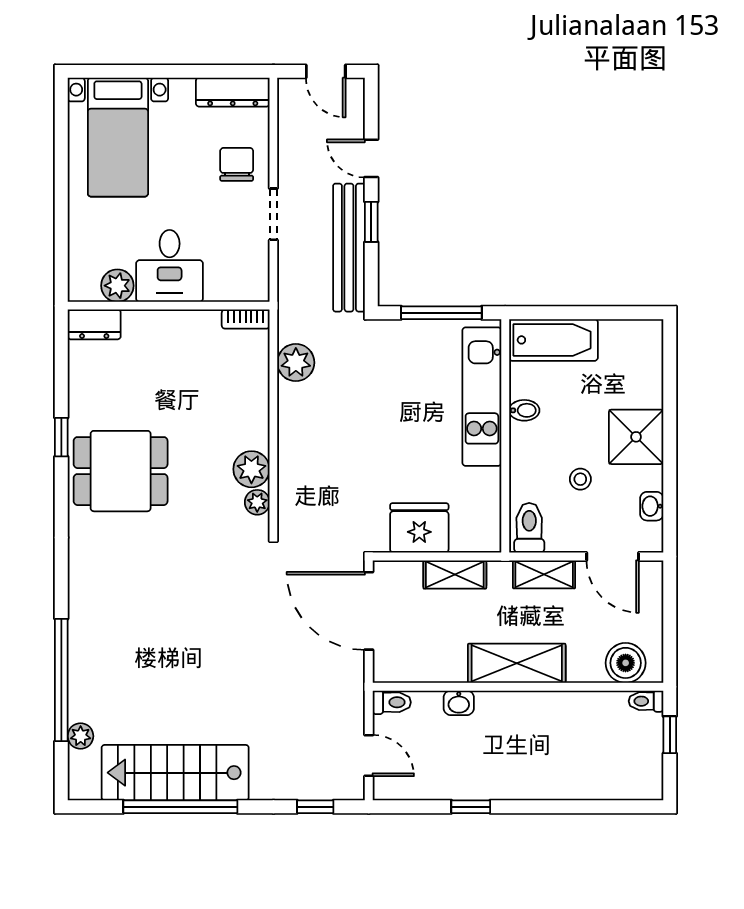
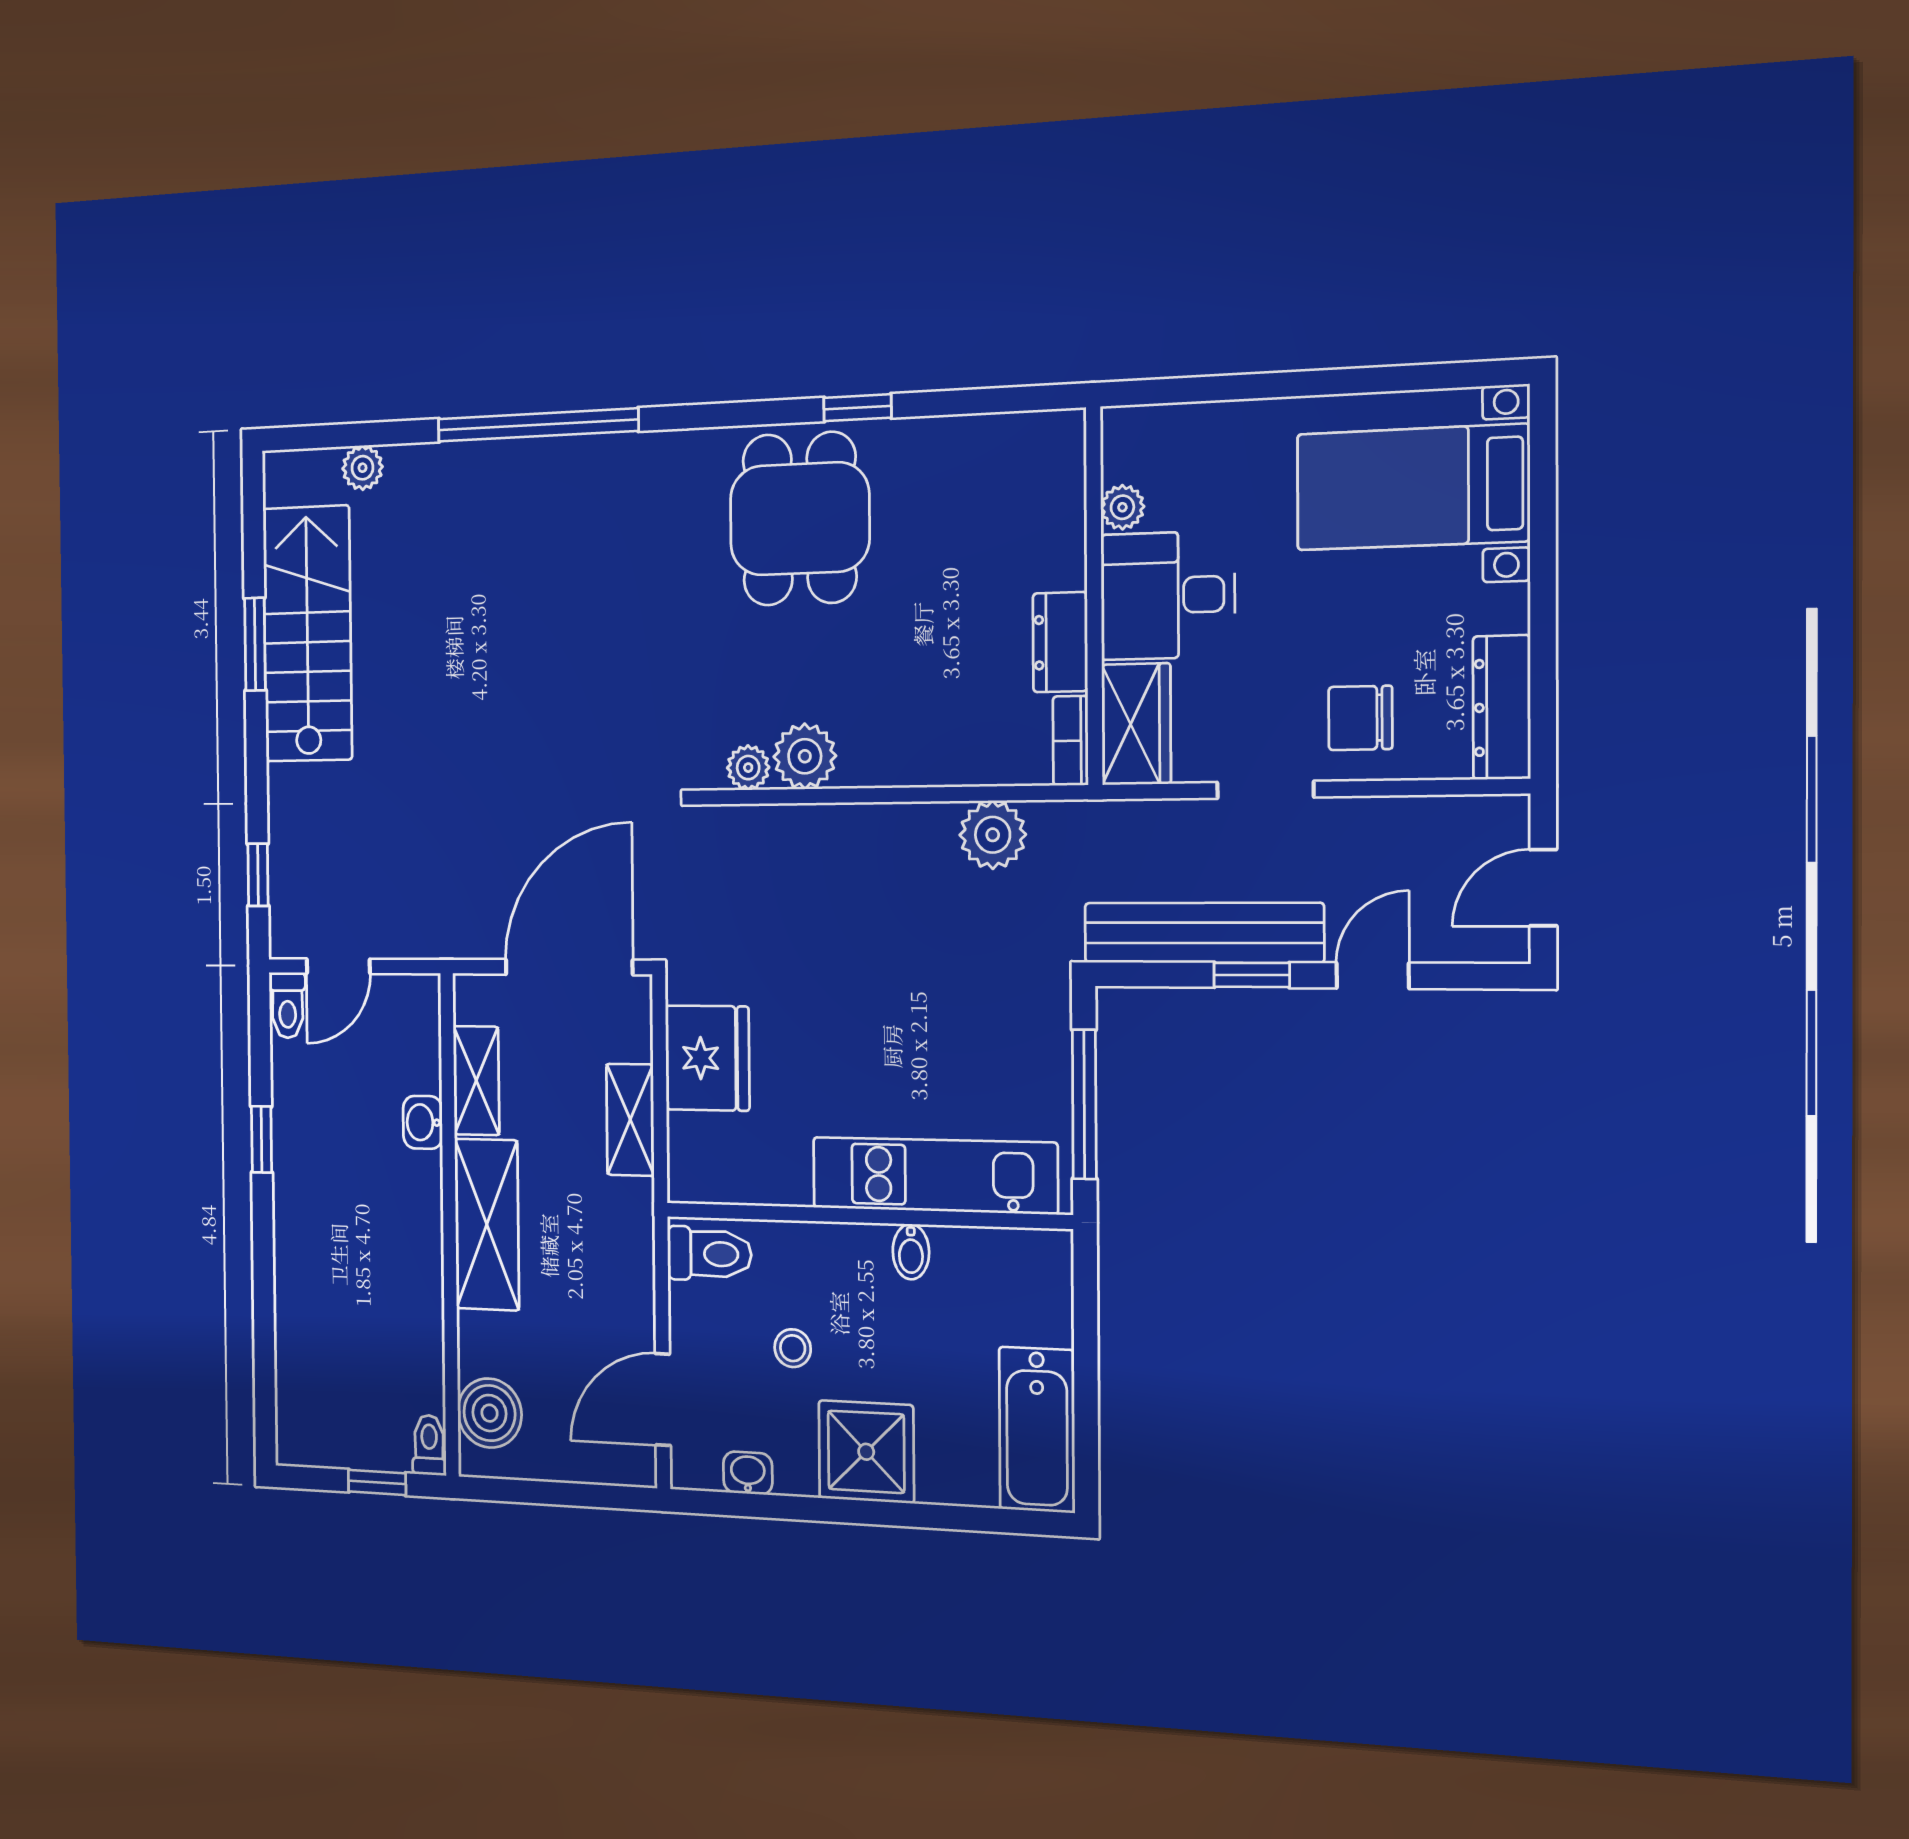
chair: (237, 164) -> (1360, 718), turned 180
wardrobe: (238, 283) -> (1136, 724), added
plant: (117, 286) -> (1122, 507), width x0.73, depth x0.73
dresser: (94, 324) -> (1060, 642), moved
bathtub: (553, 340) -> (1037, 1430), moved
shelving: (544, 574) -> (476, 1081), moved
window: (61, 680) -> (538, 425), moved
toilet: (392, 702) -> (288, 1005), moved
window: (180, 807) -> (255, 644), width x0.47

